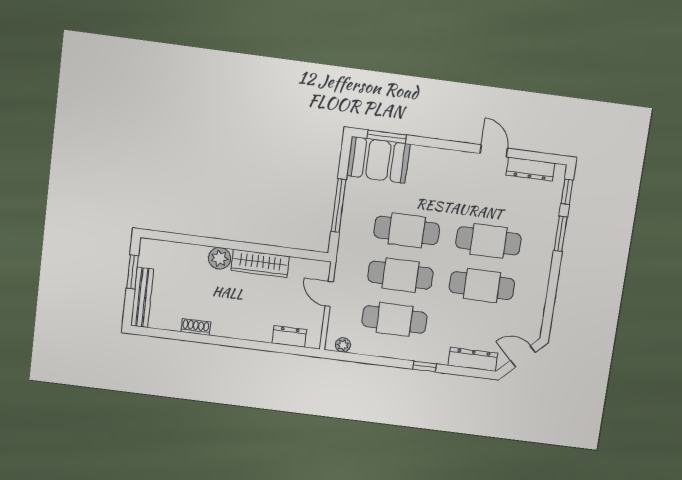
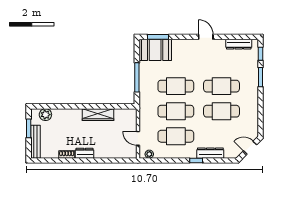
door: (494, 151) -> (206, 37), moved
plant: (220, 258) -> (45, 115), moved
door: (329, 294) -> (138, 138), moved
dresser: (289, 336) -> (85, 153), moved
dresser: (473, 359) -> (210, 153), moved

